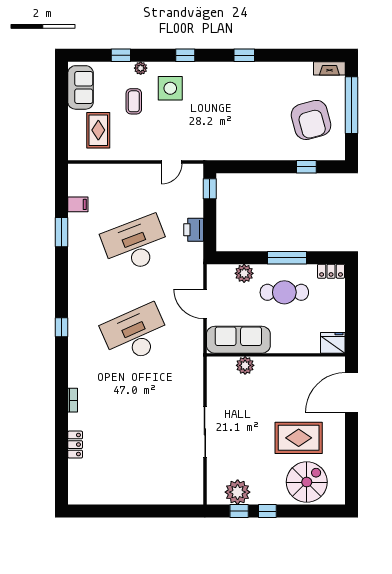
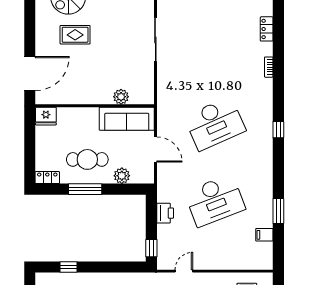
rug: (299, 438) -> (75, 35), width x0.73, depth x0.70

